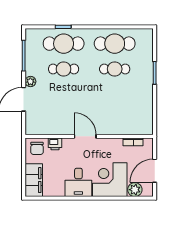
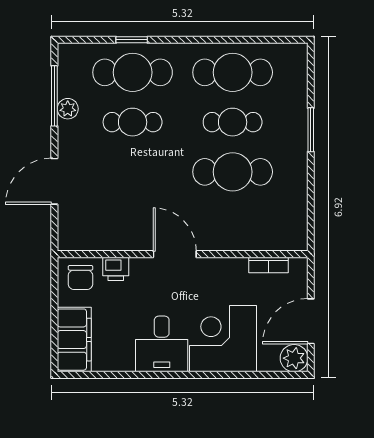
plant: (30, 82) -> (68, 109), moved
cafe table: (115, 94) -> (233, 172), added
plant: (135, 190) -> (294, 358), moved

